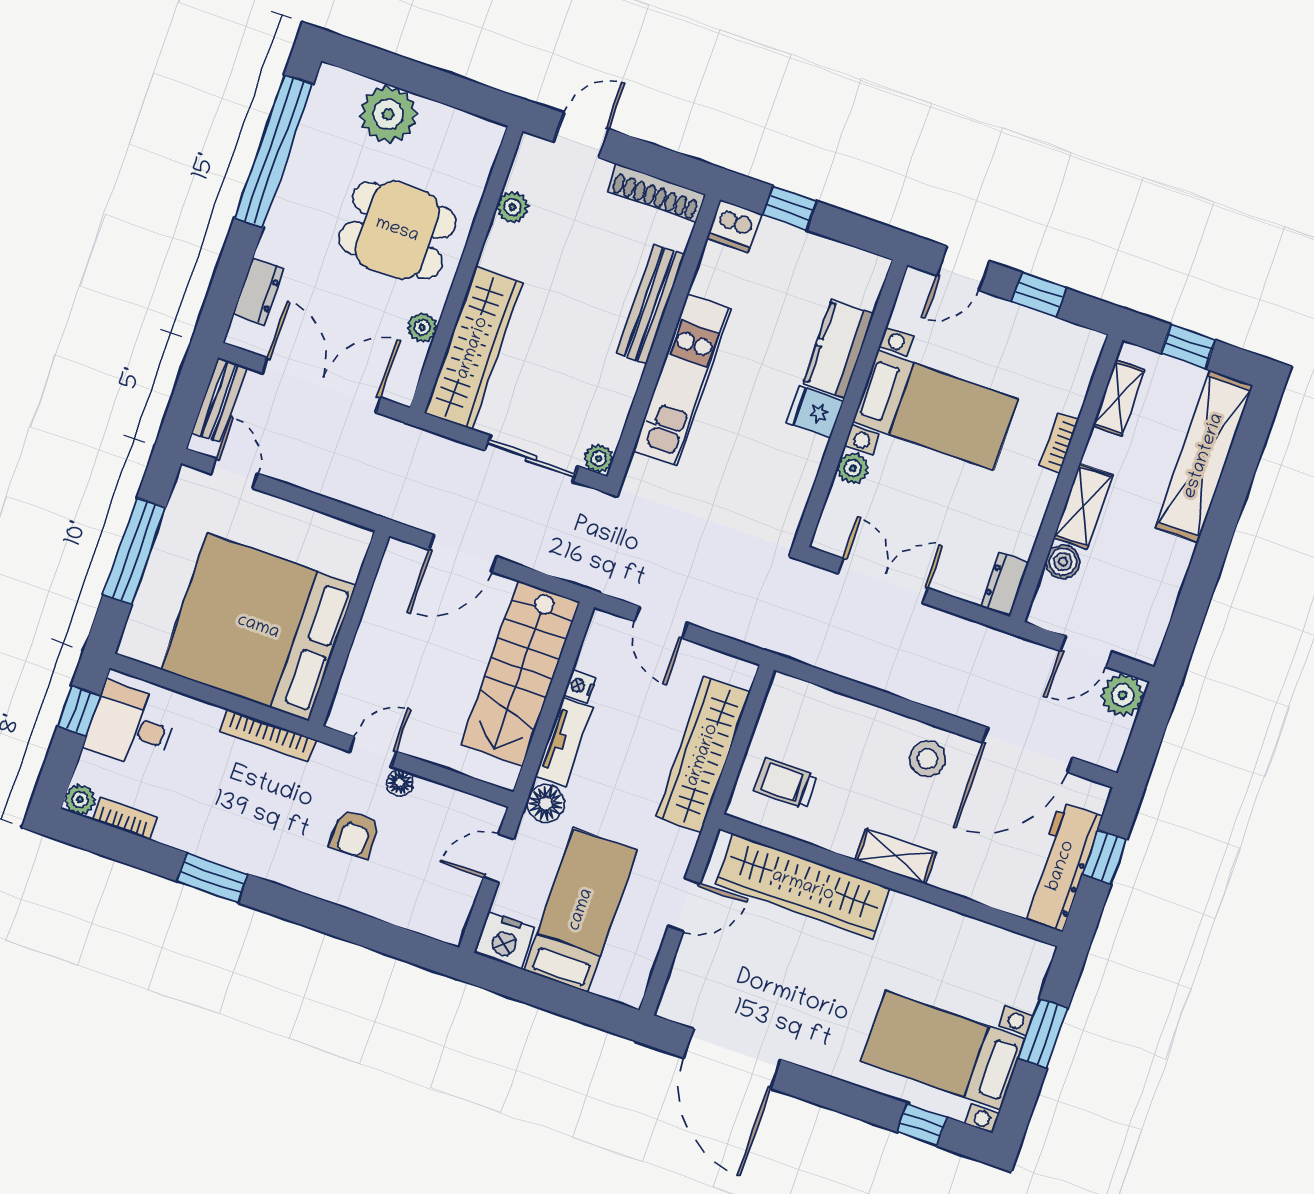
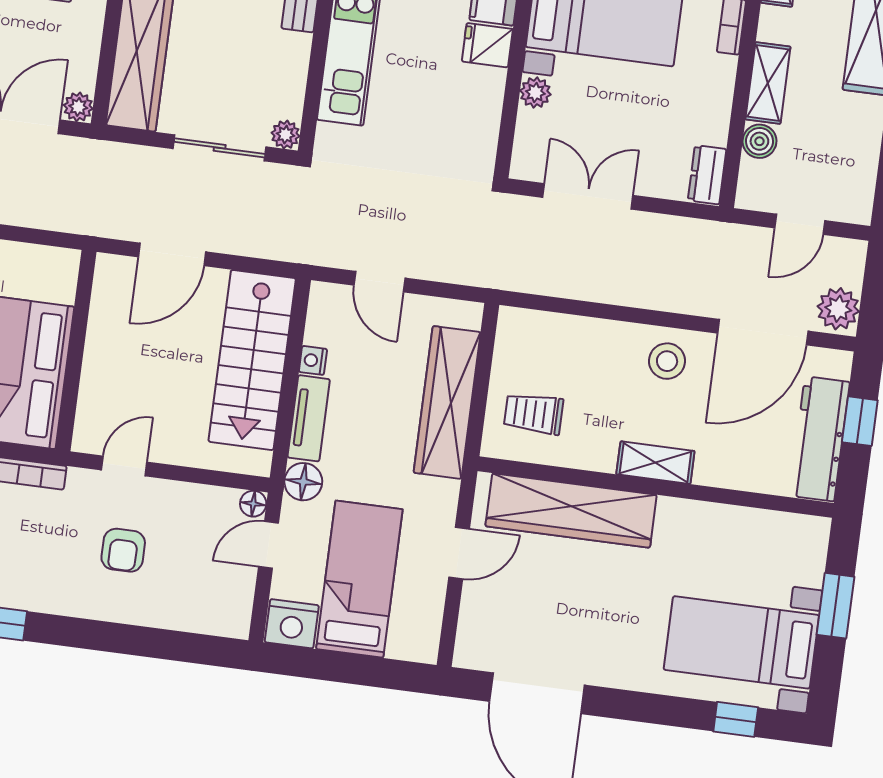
plant: (422, 327) -> (78, 107), moved
plant: (1123, 695) -> (838, 309), moved
floor lamp: (400, 783) -> (253, 504), moved

